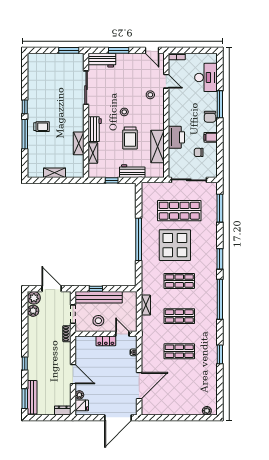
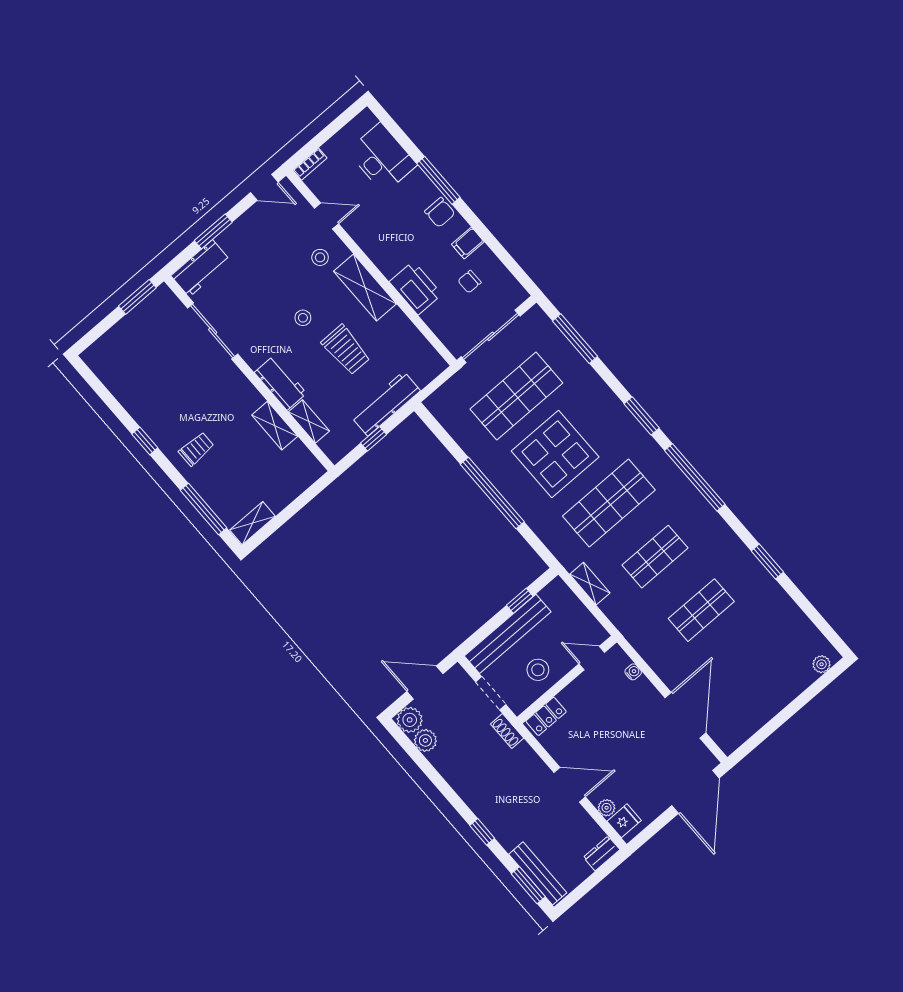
window: (25, 134) -> (203, 509), moved
shelving: (157, 146) -> (365, 287), moved
workbench: (132, 171) -> (386, 404), width x1.38
shelving: (55, 173) -> (253, 523), moved
shop shelf: (179, 281) -> (609, 503), width x1.43, depth x1.36
window: (96, 289) -> (520, 601), moved
locker: (106, 341) -> (546, 716), moved

